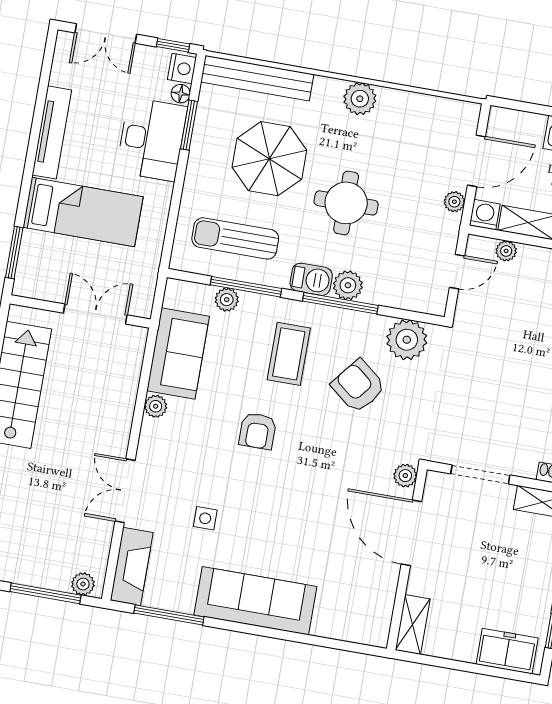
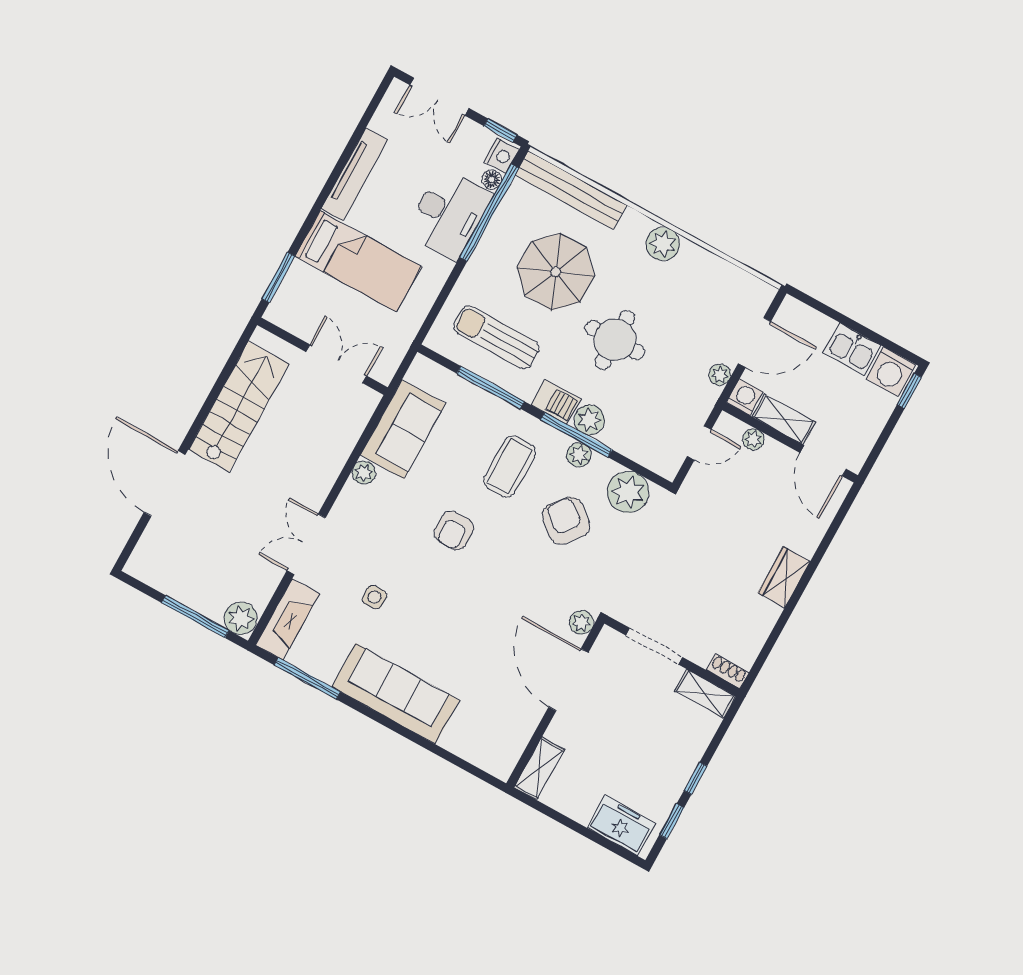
window: (189, 125) -> (489, 213), width x2.11
plant: (227, 300) -> (579, 455), moved
plant: (83, 584) -> (241, 618), width x1.38, depth x1.38

